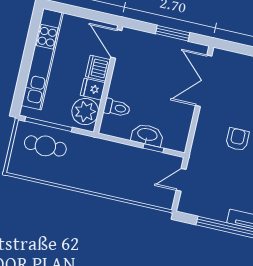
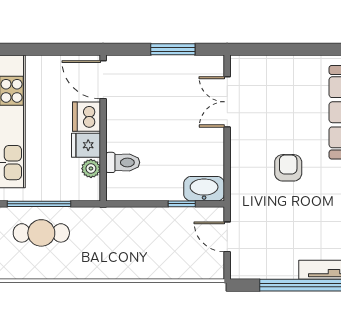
double door: (204, 81) -> (227, 102), width x0.73
plant: (85, 112) -> (91, 168), width x0.53, depth x0.53
washbasin: (147, 135) -> (204, 189), moved
door: (181, 180) -> (227, 237), hinge flipped

